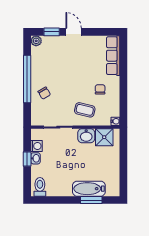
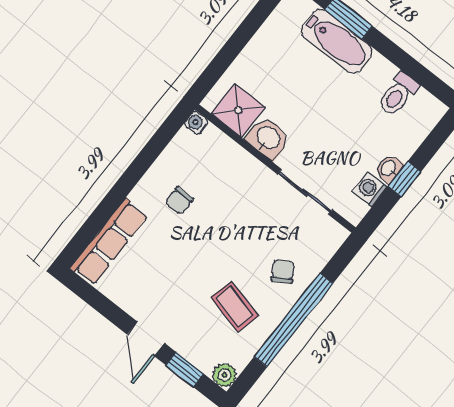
coffee table: (85, 110) -> (234, 307), moved
toilet: (40, 187) -> (398, 94), moved

